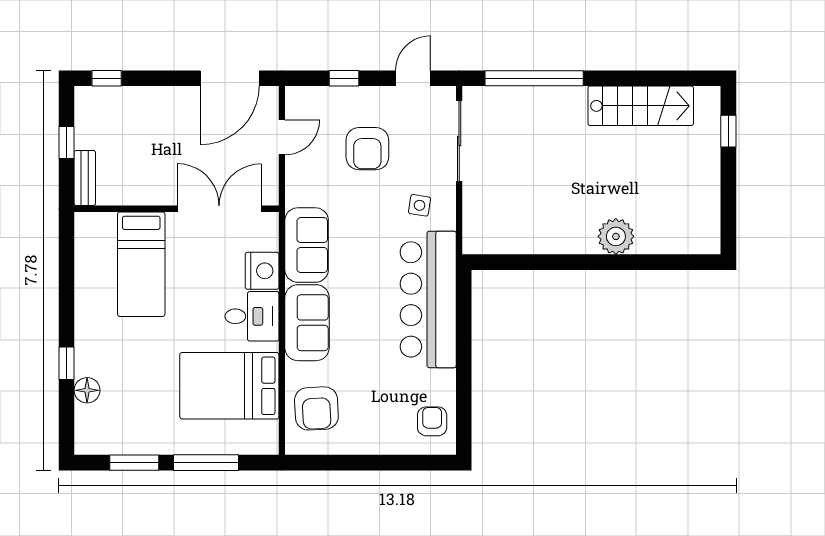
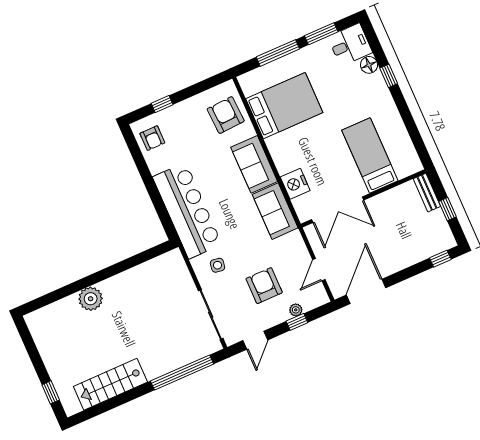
plant: (338, 96) -> (296, 310), added
desk: (252, 316) -> (350, 45), moved, turned 180
window: (398, 463) -> (162, 104), added

